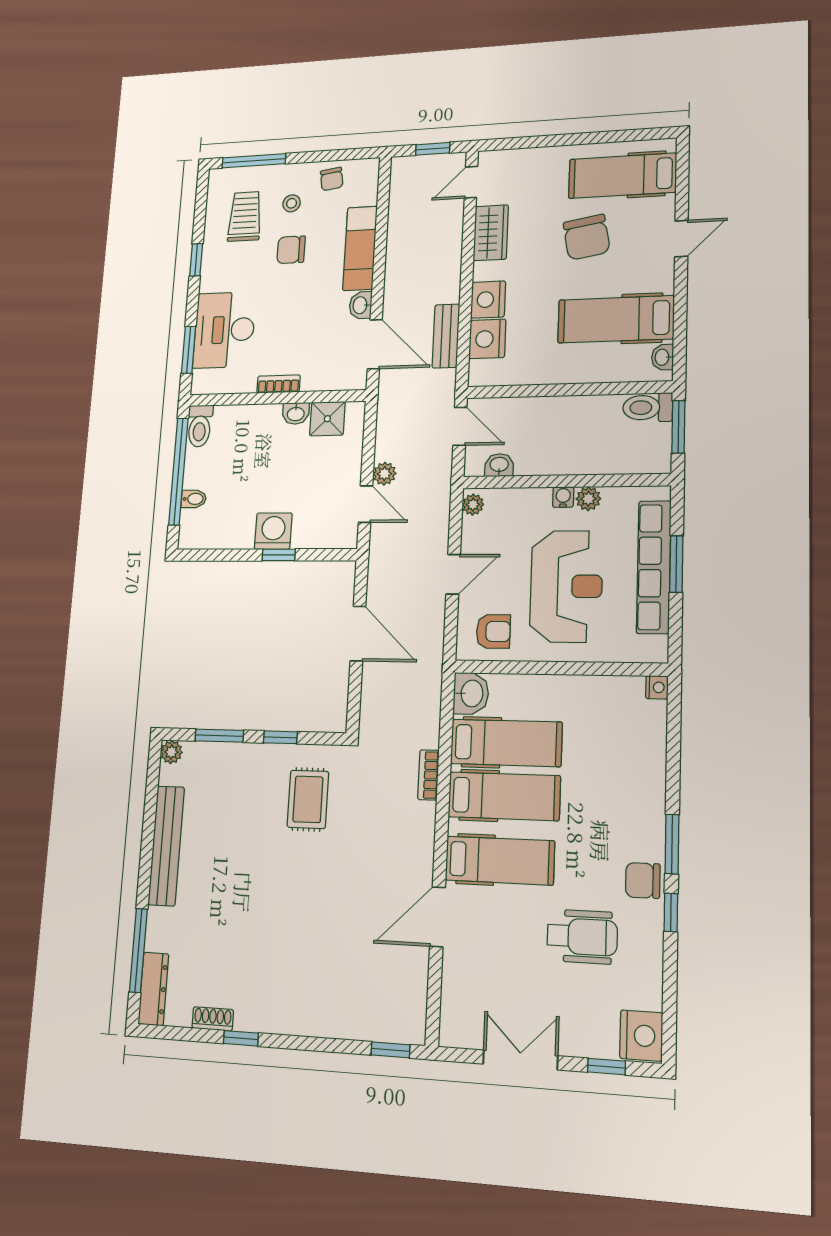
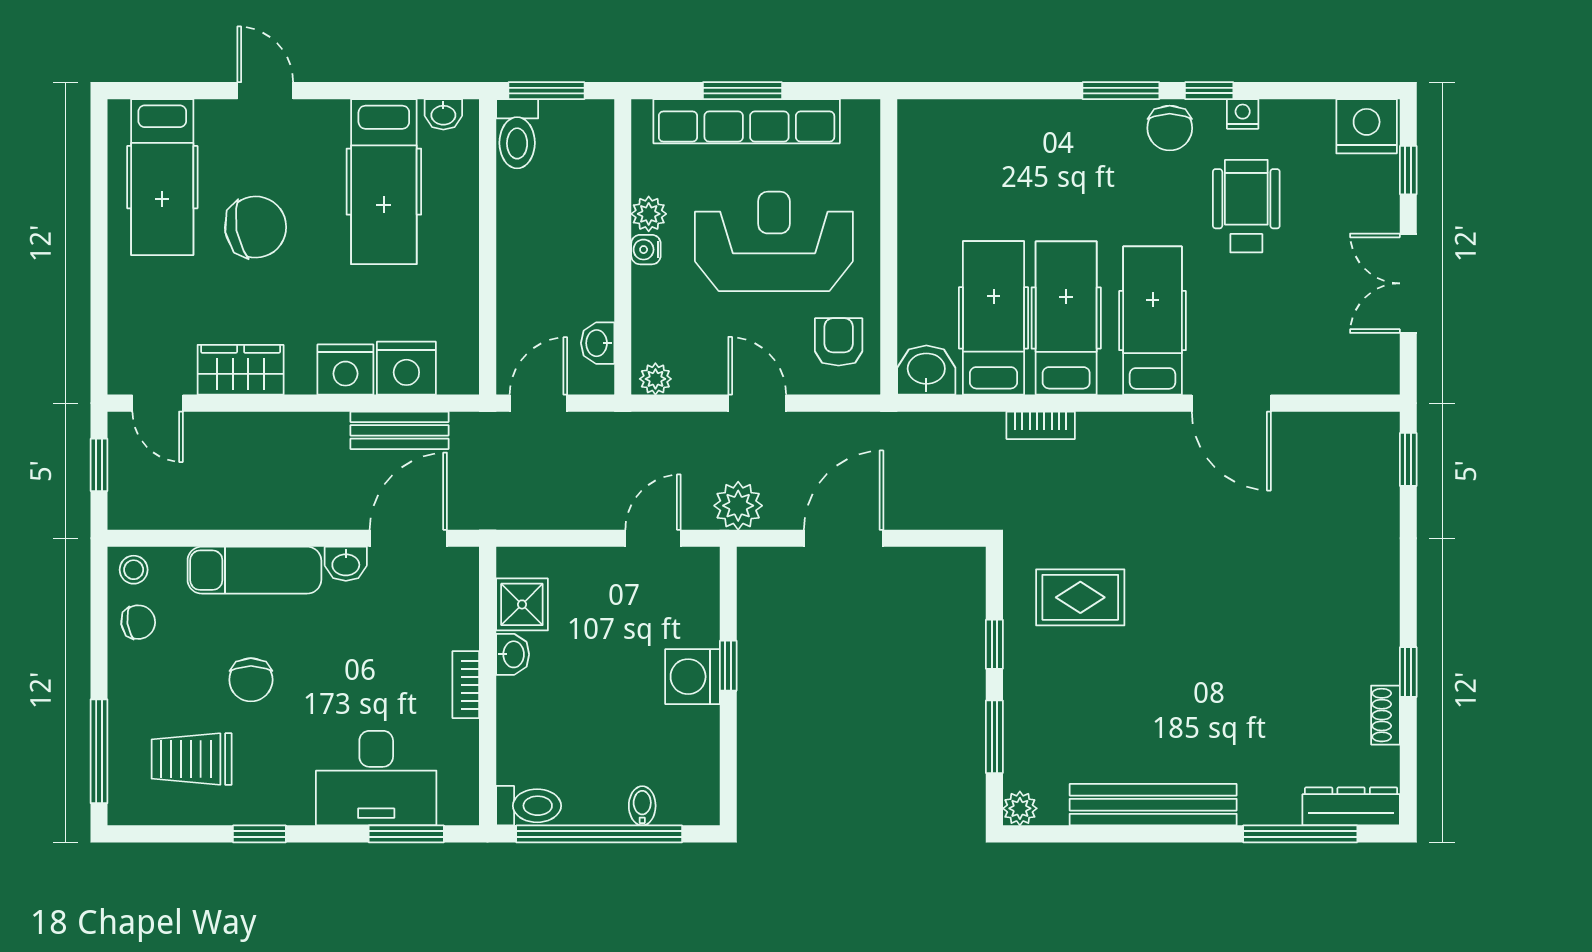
stool: (292, 203) -> (134, 570), moved
plant: (384, 474) -> (738, 506), moved, width x1.38, depth x1.38
nightstand: (657, 687) -> (1243, 114), moved

